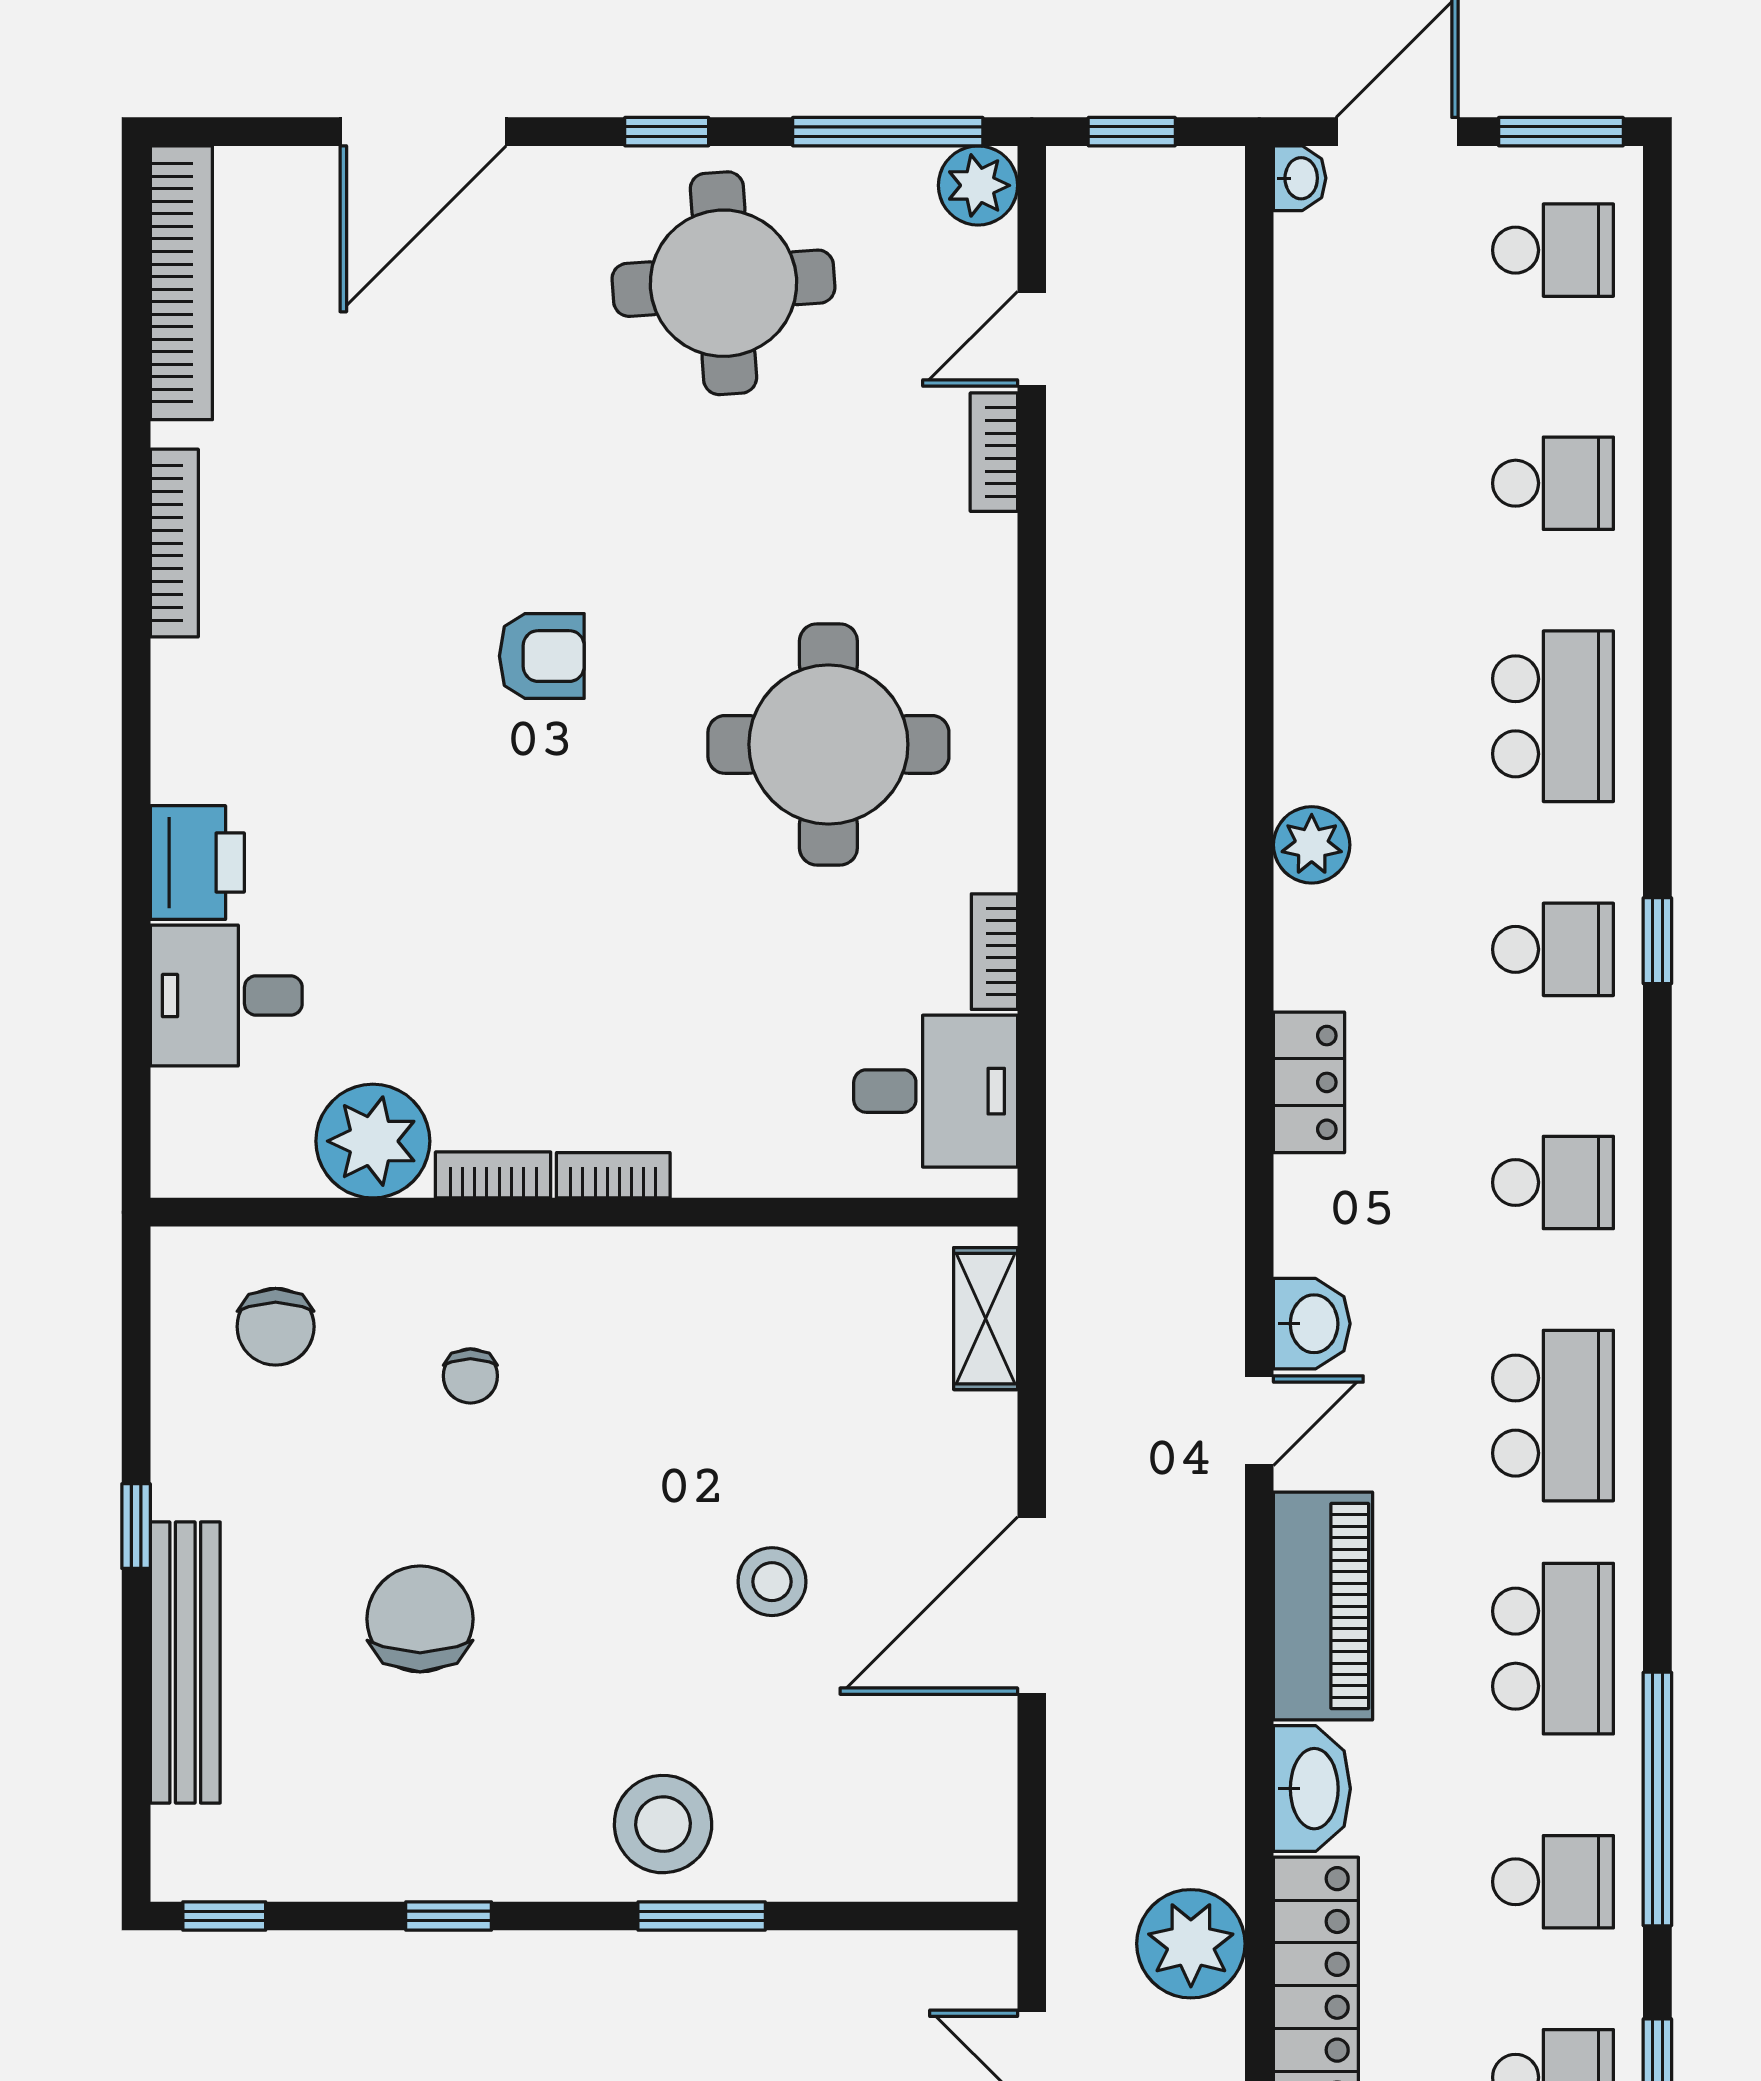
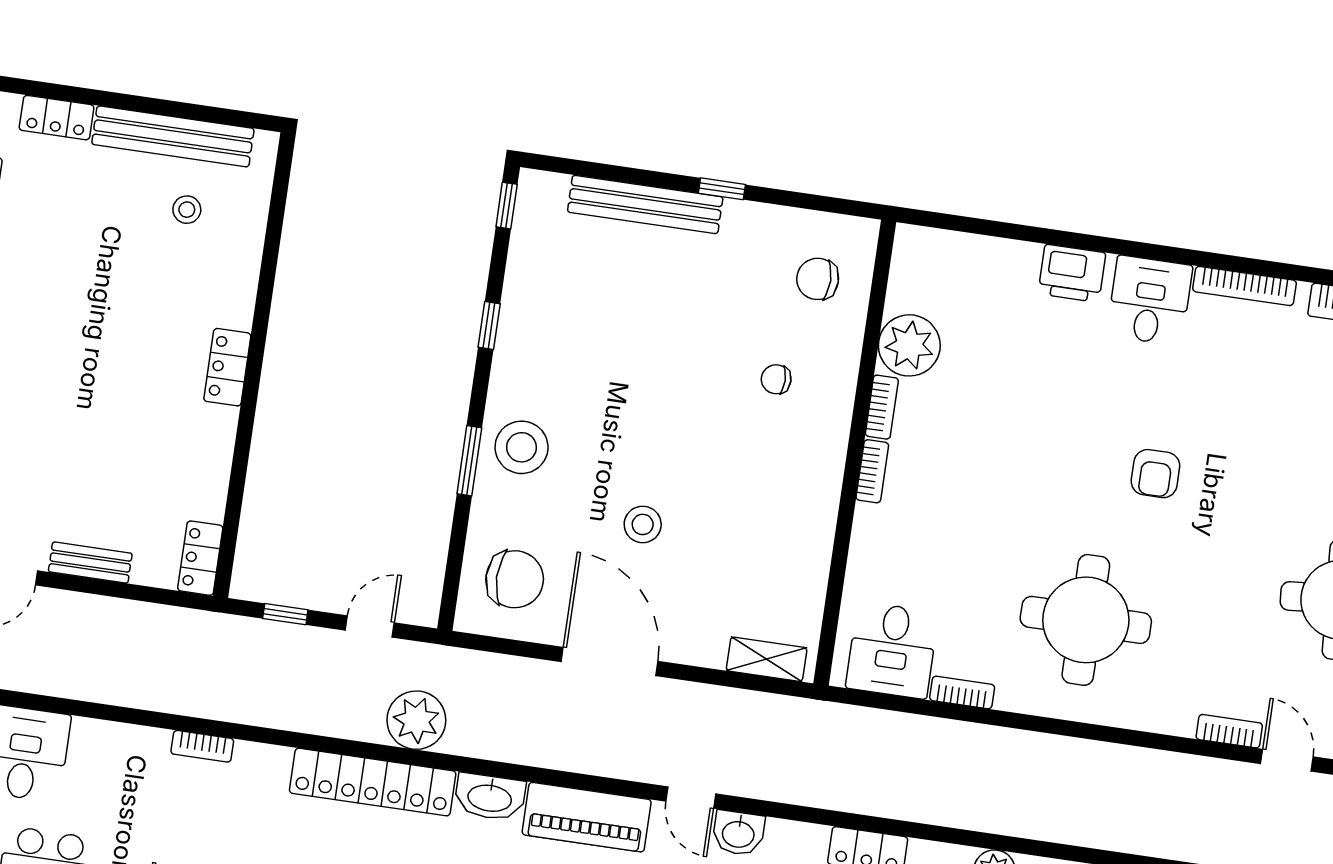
desk: (226, 996) -> (1150, 300), moved
chair: (420, 1619) -> (515, 579), moved

